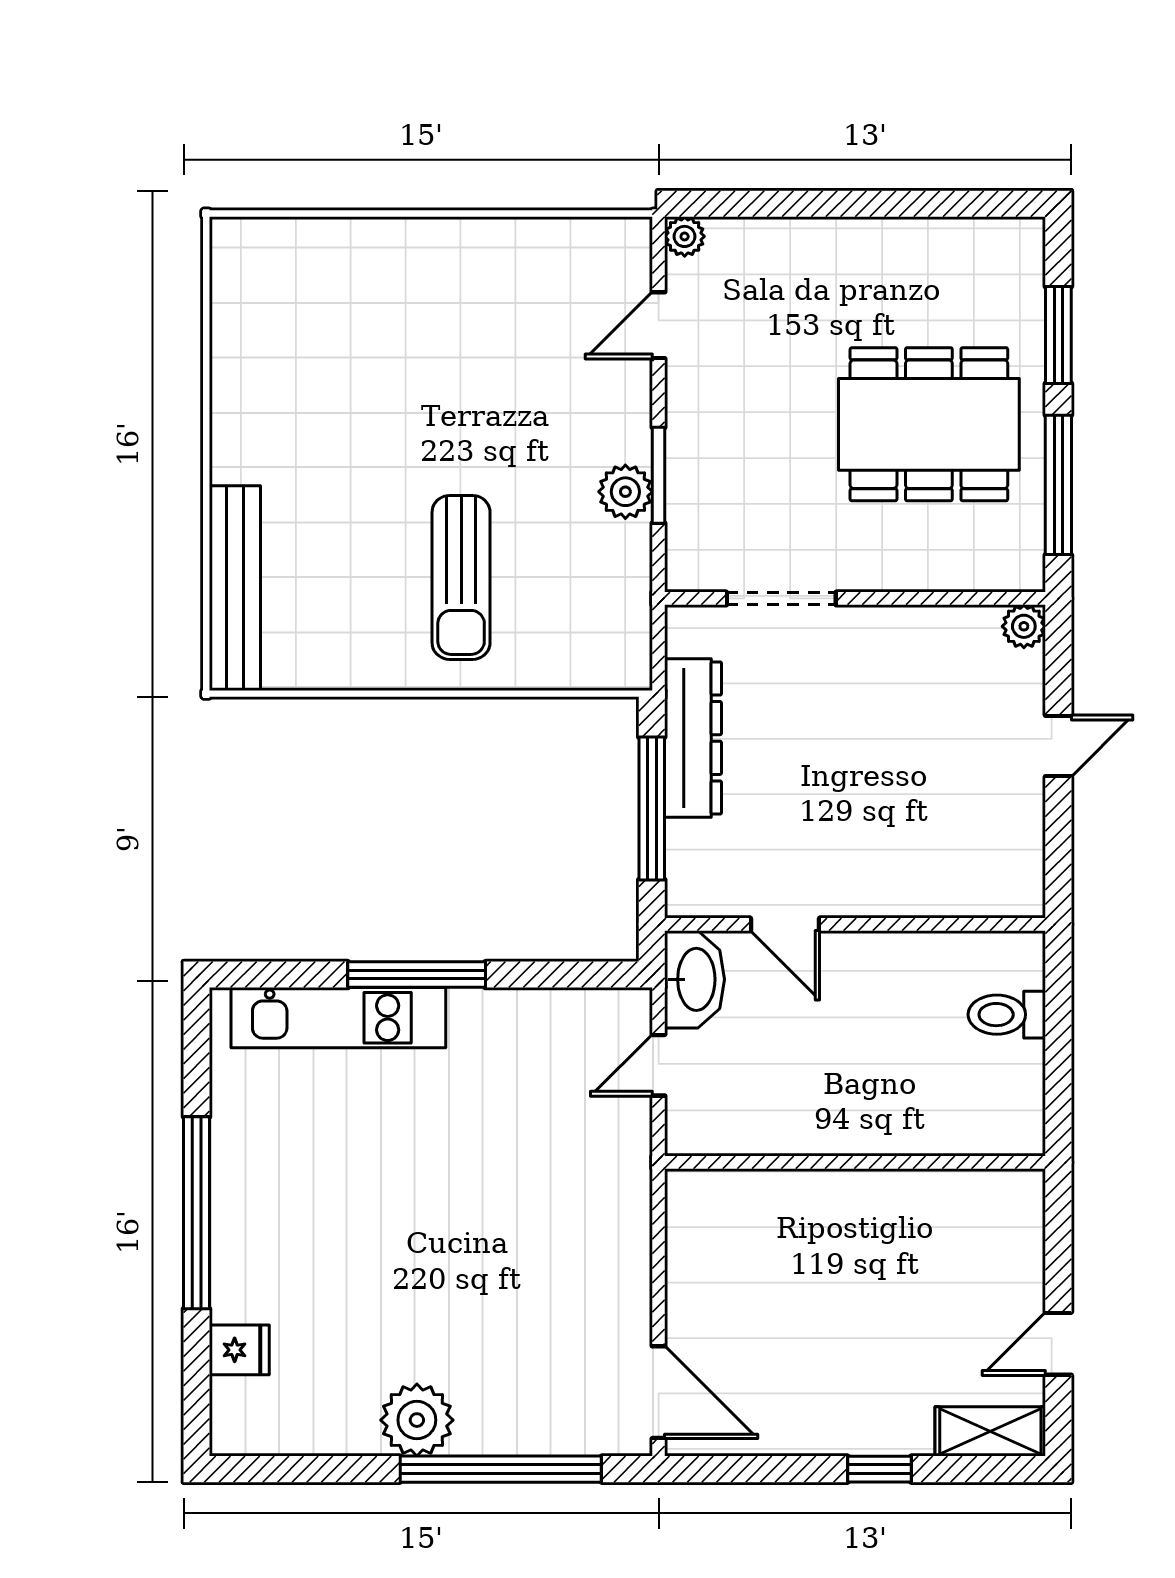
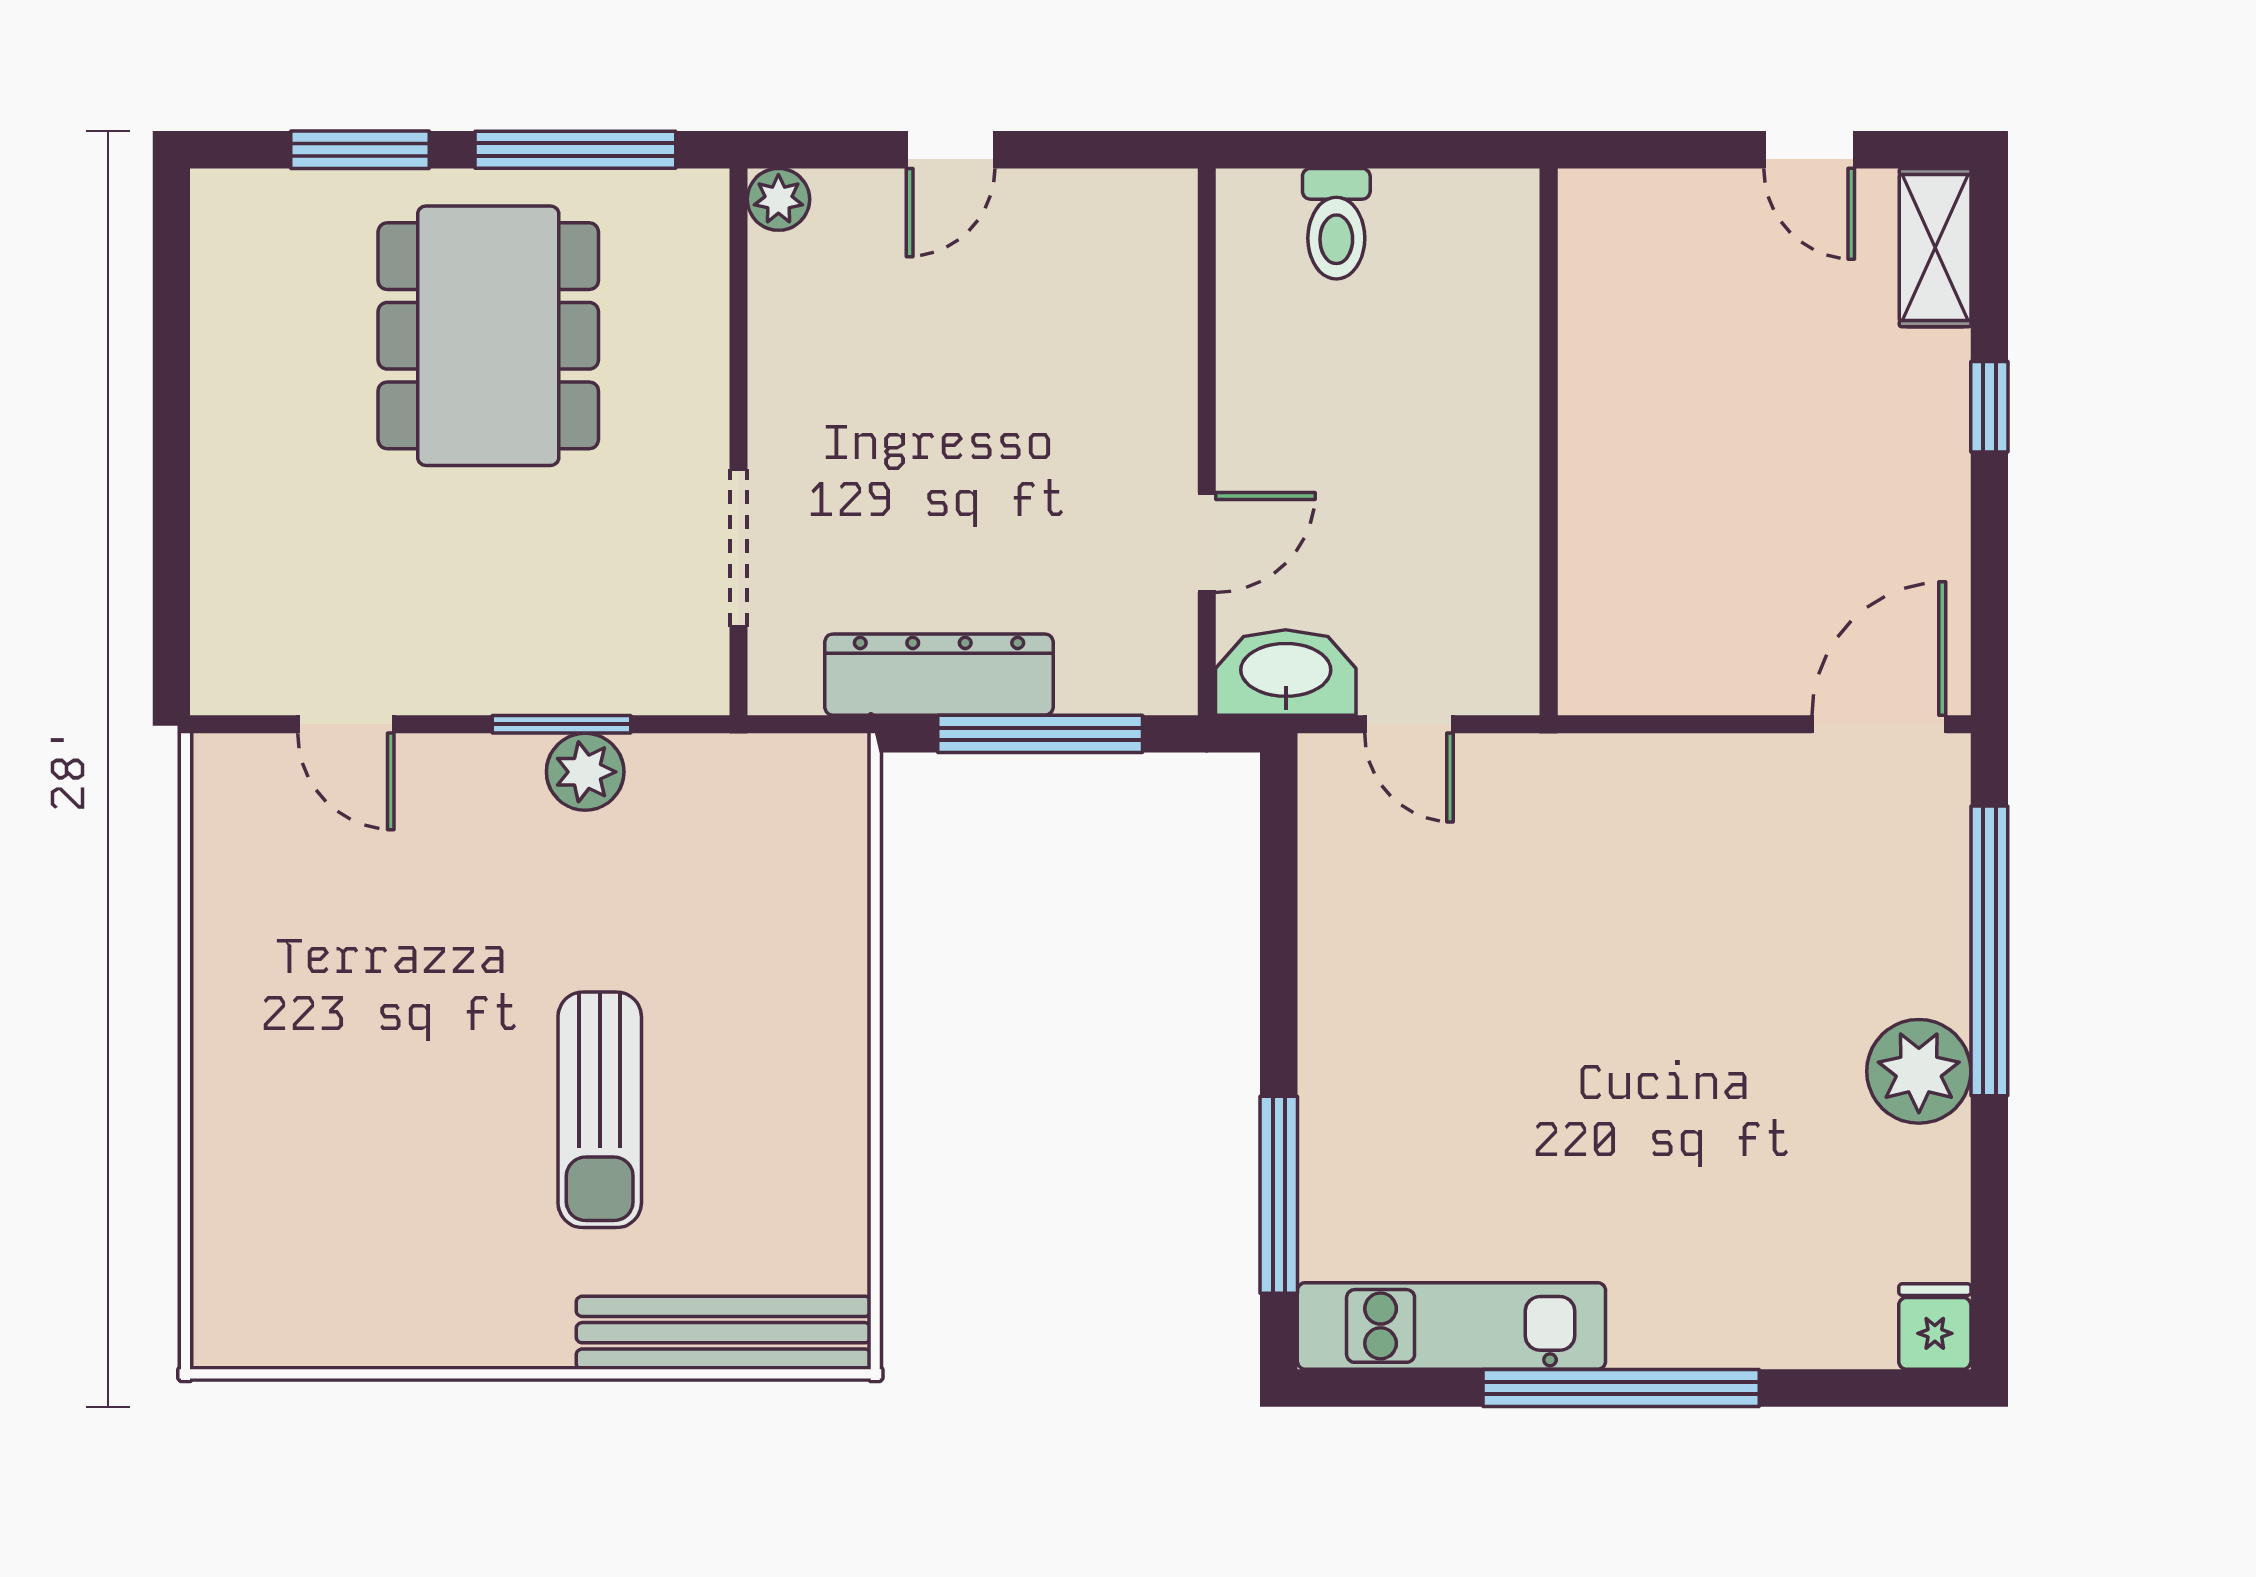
plant: (685, 236) -> (218, 687), removed
sun lounger: (461, 577) -> (600, 1110), moved, turned 90
door: (1058, 746) -> (951, 150), swing flipped
window: (417, 975) -> (1279, 1195), moved
kitchen unit: (338, 1018) -> (1451, 1326), moved, turned -90
fridge: (239, 1350) -> (1935, 1326), moved

